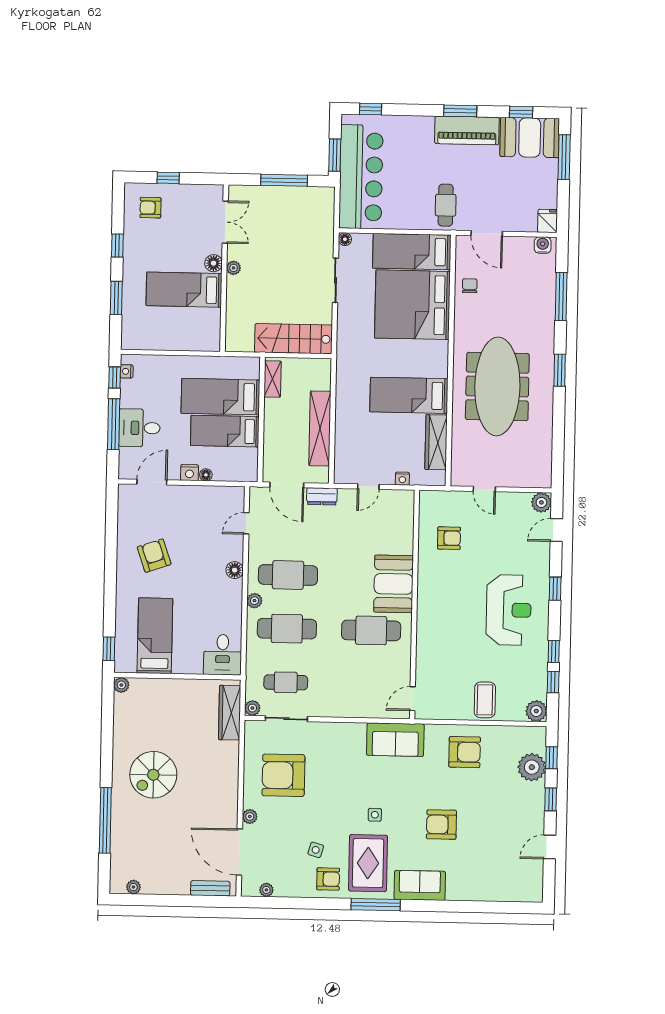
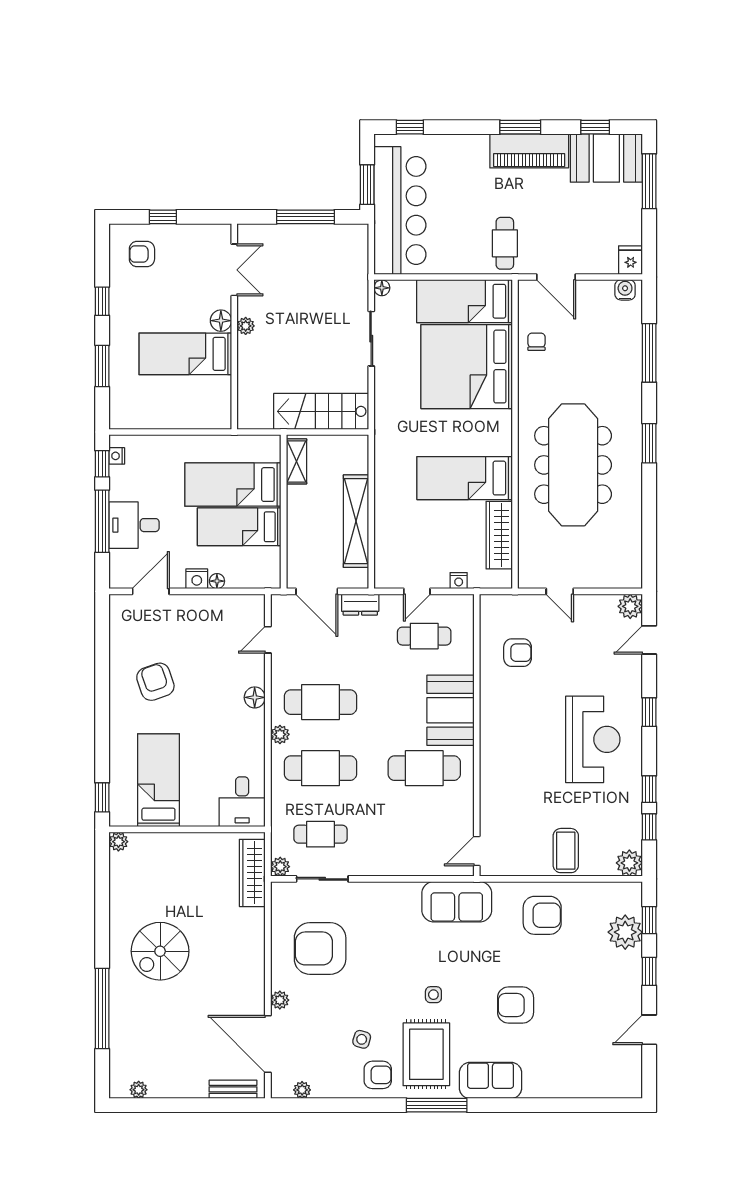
cafe table: (373, 523) -> (424, 636), added

